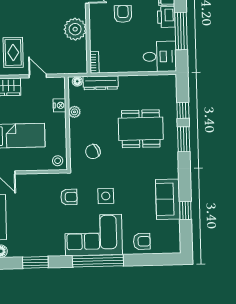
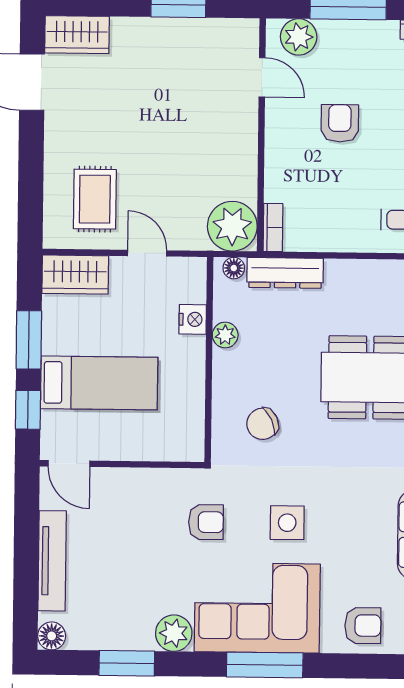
plant: (75, 29) -> (232, 226), moved
stool: (58, 161) -> (184, 441), removed
plant: (56, 248) -> (174, 633), added
window: (98, 261) -> (265, 665), width x0.68

